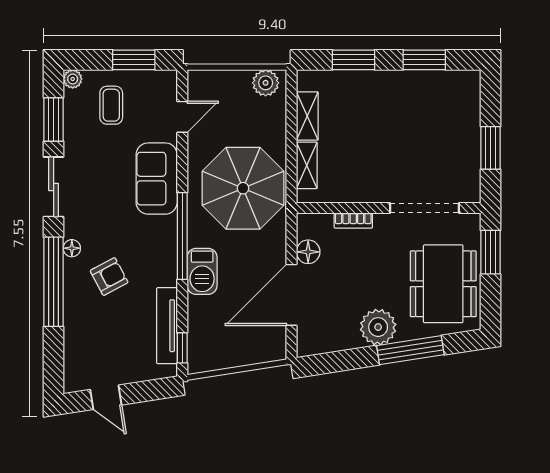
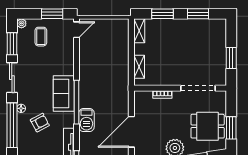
plant: (266, 83) -> (118, 25), removed
shelving: (307, 116) -> (139, 31), moved
door: (182, 117) -> (76, 30), moved
sofa: (157, 179) -> (64, 94), moved
parasol: (243, 188) -> (107, 78), removed
floor lamp: (308, 252) -> (140, 110), removed
window: (490, 252) -> (231, 128), moved
dining table: (443, 284) -> (208, 126), width x0.73

